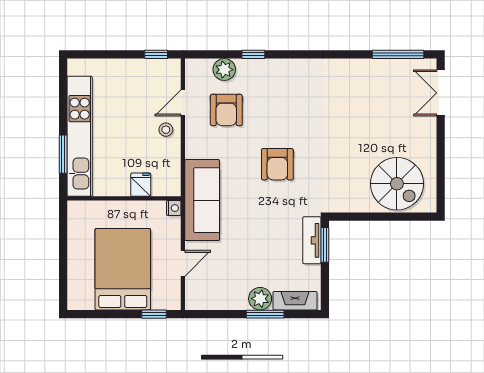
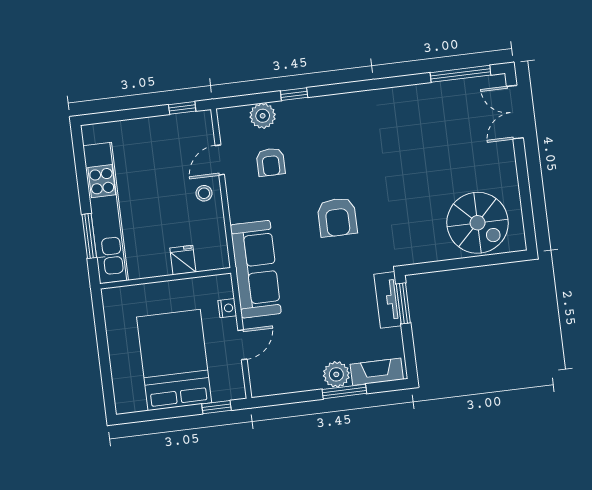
armchair: (226, 110) -> (271, 162), width x0.72, depth x0.72
nightstand: (174, 208) -> (227, 308), moved

